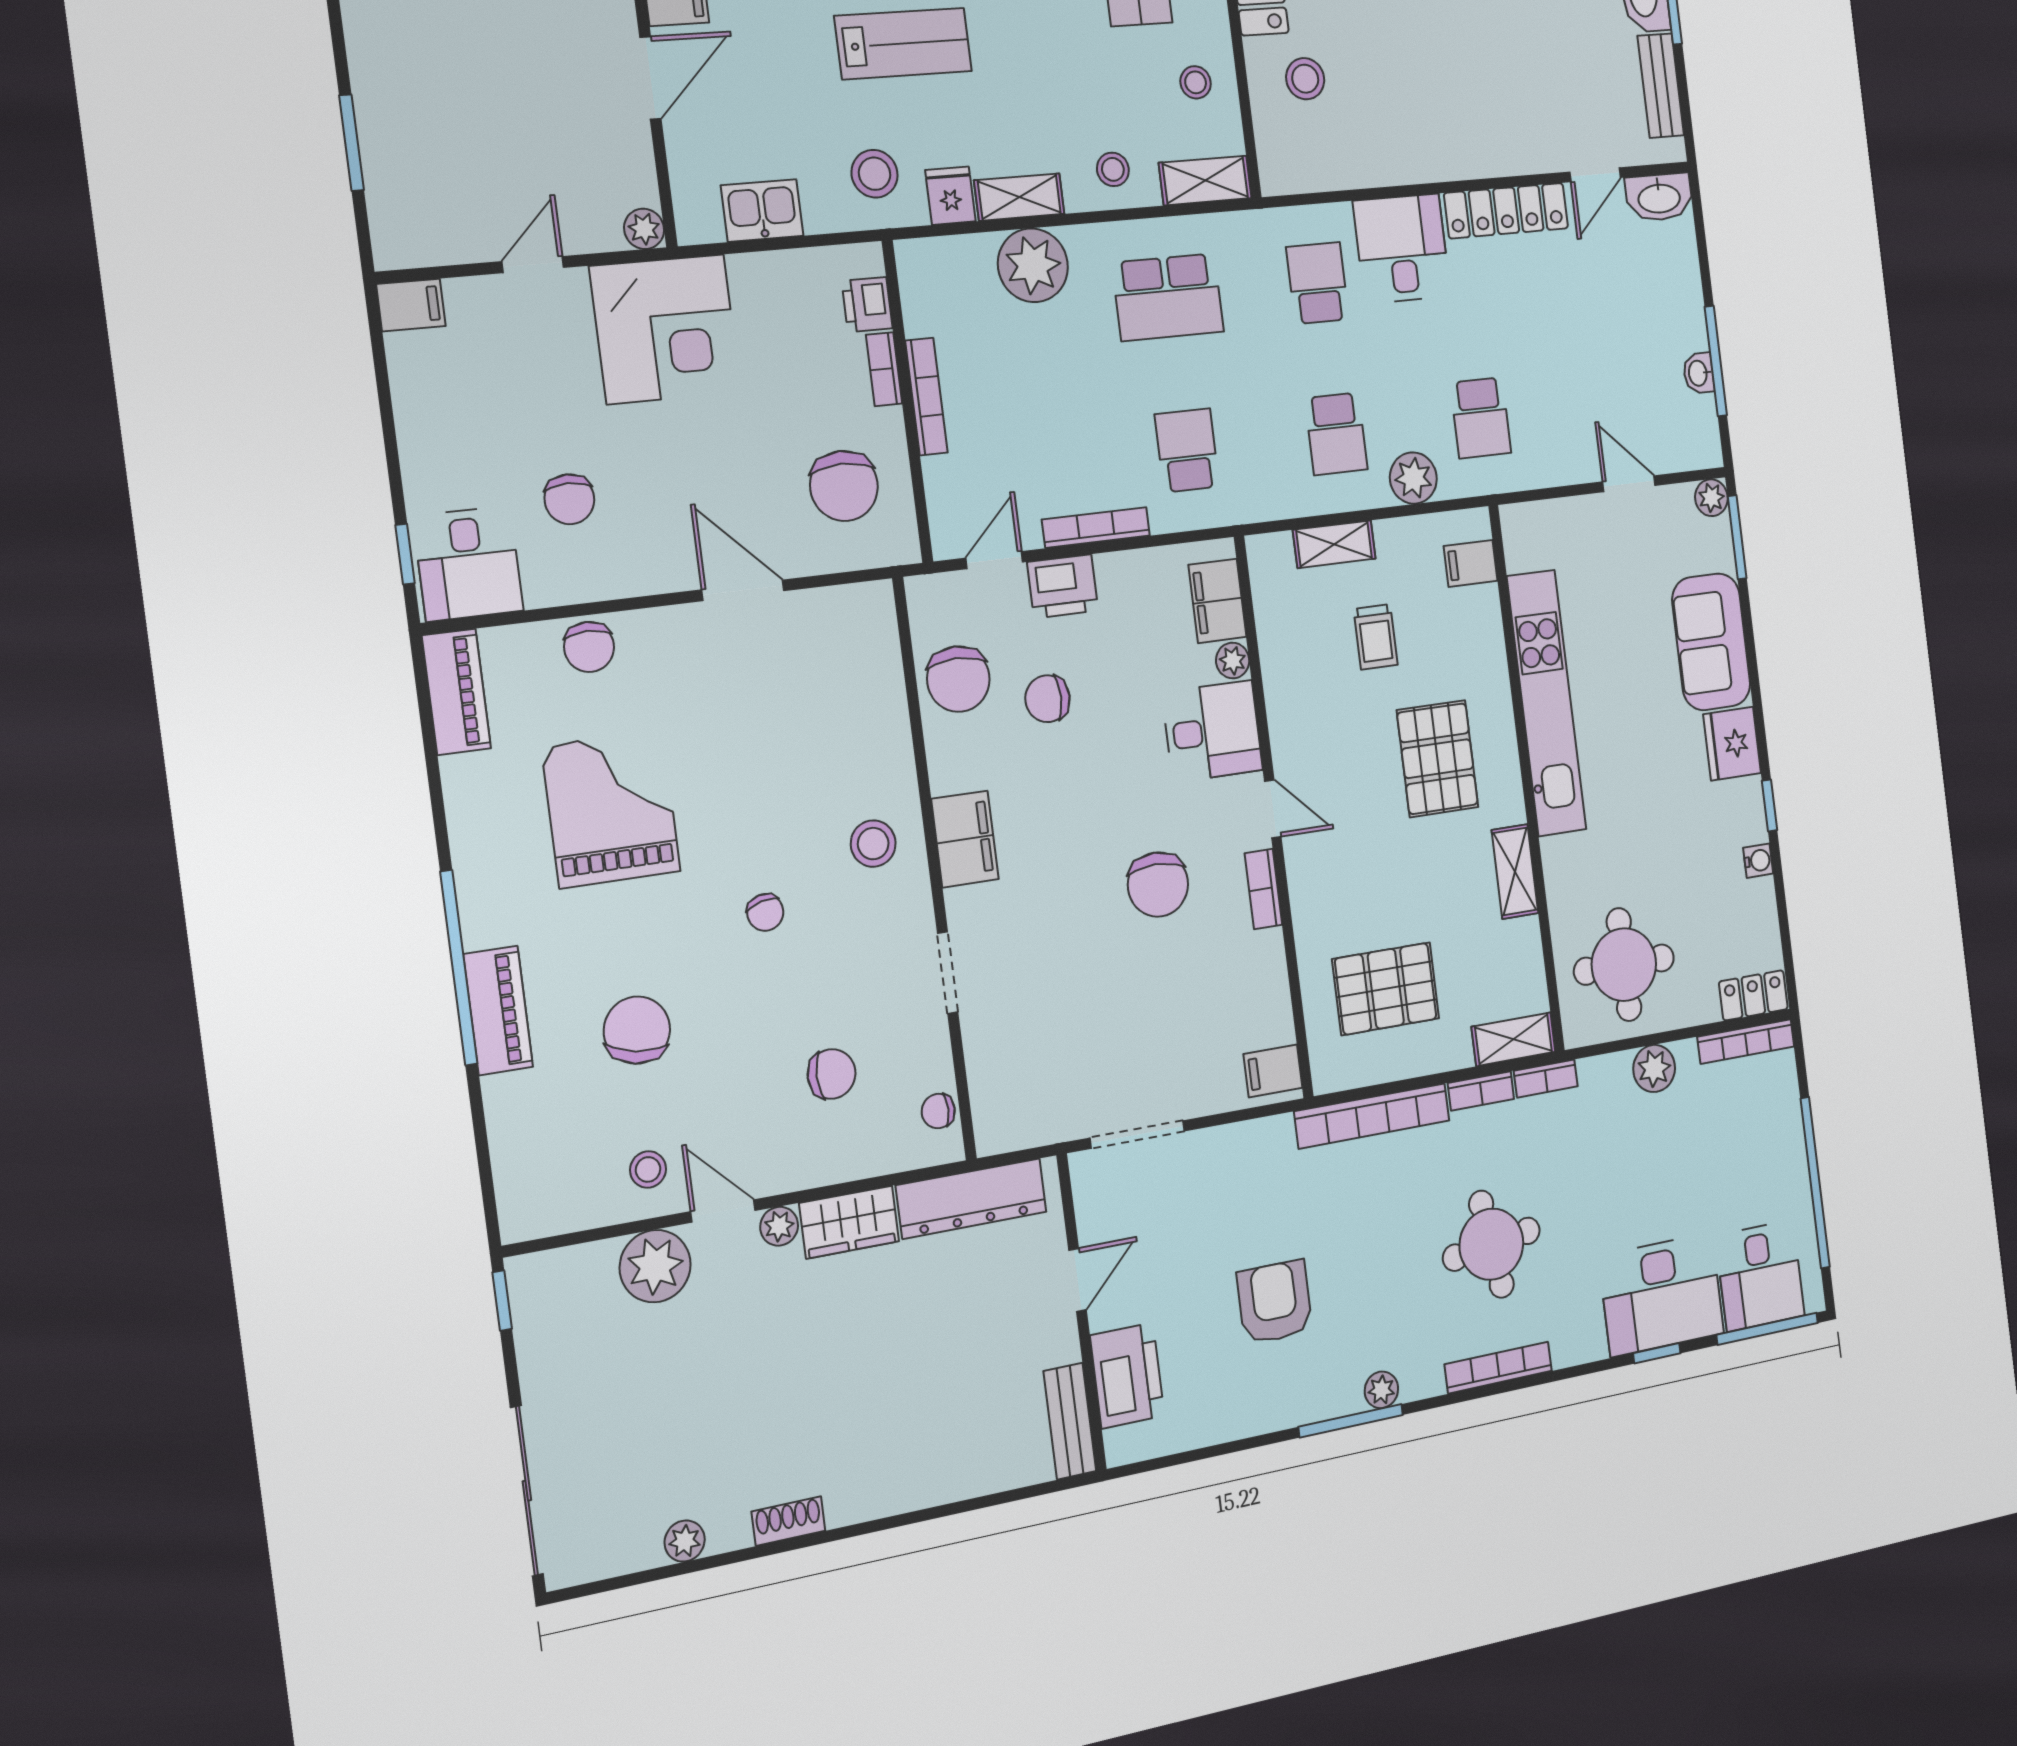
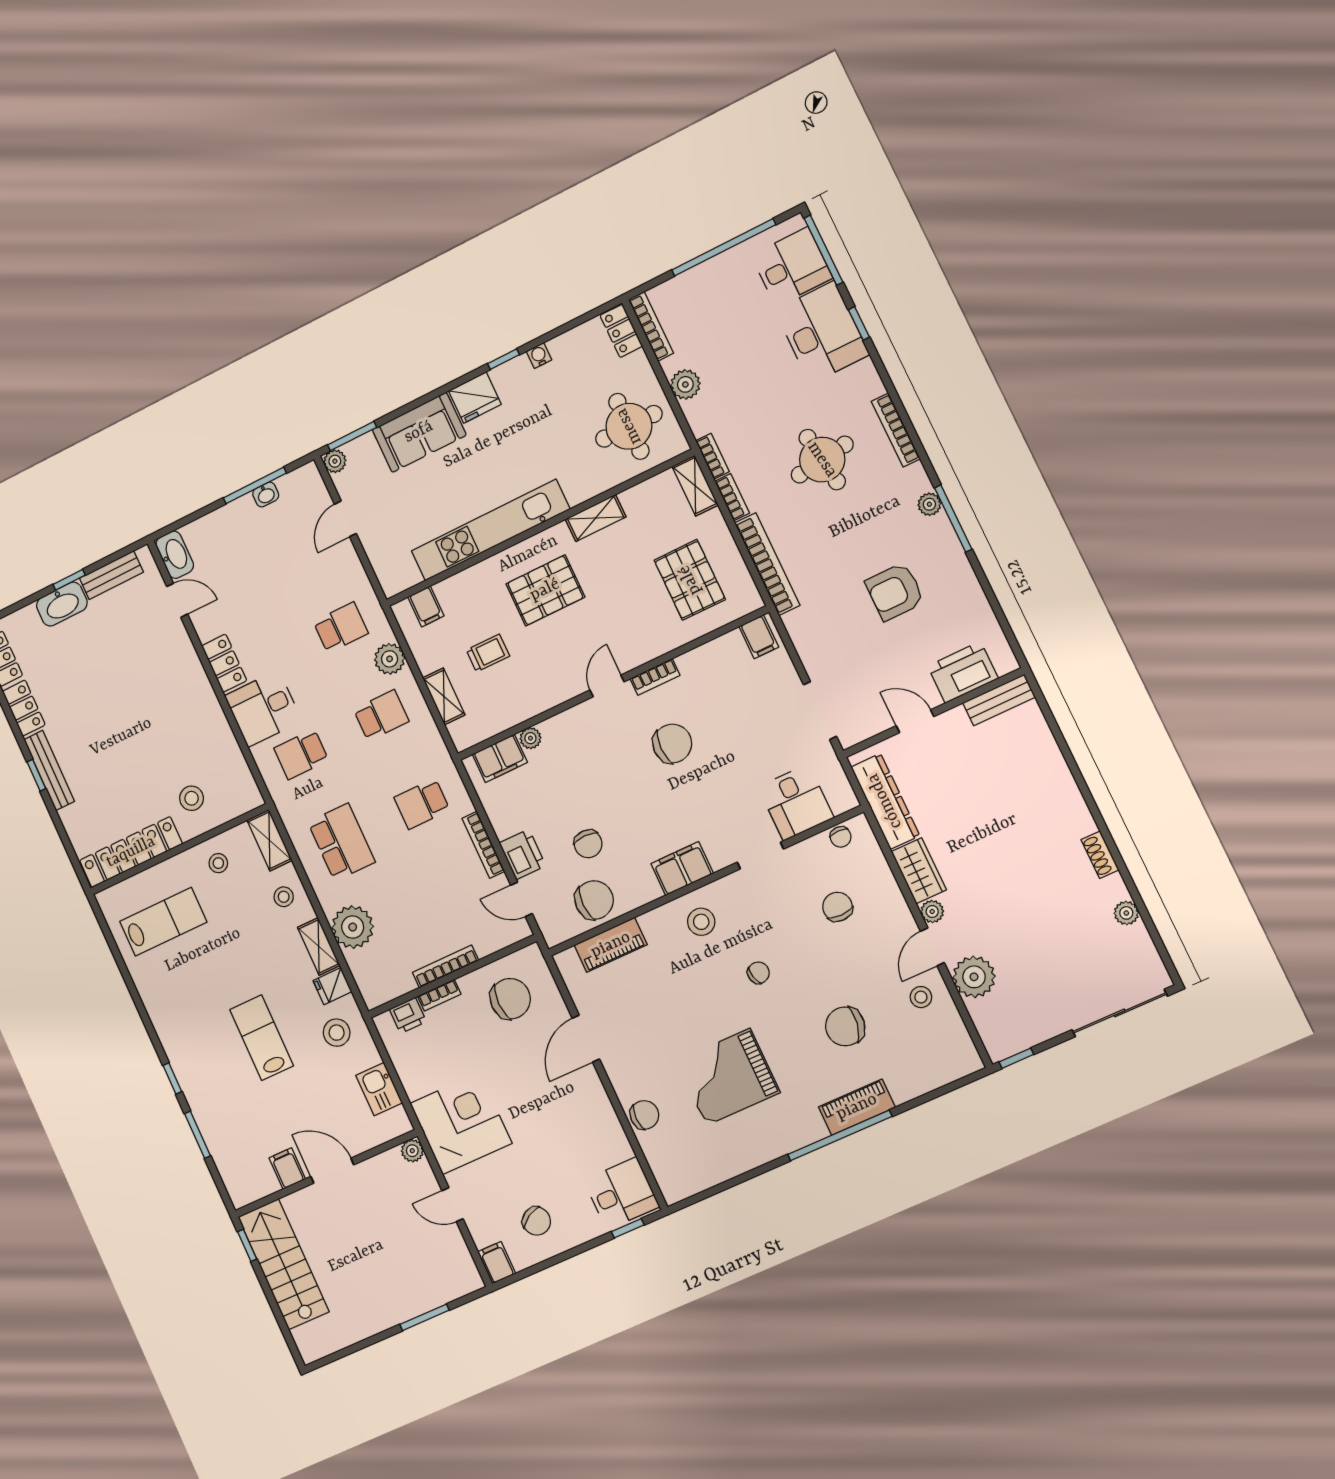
locker: (1506, 211) -> (224, 663), width x0.66
chair: (569, 499) -> (536, 1221), moved, turned 60
piano: (456, 692) -> (611, 945), moved, turned 180
desk: (1212, 731) -> (796, 802), moved, turned 180

